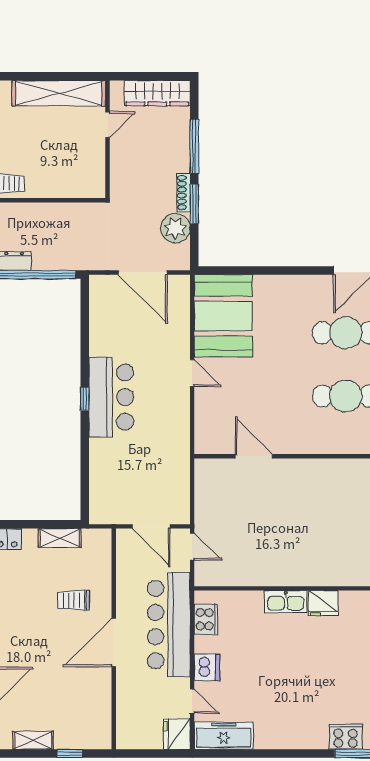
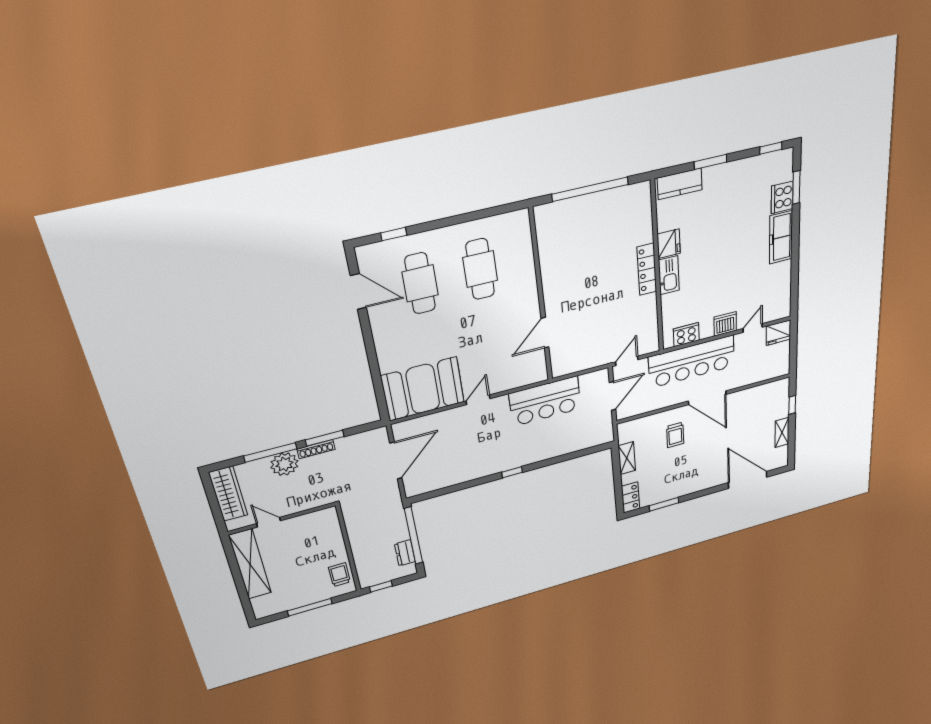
plant: (175, 228) -> (284, 464), moved
bar counter: (111, 397) -> (545, 401), moved, turned 180
locker: (299, 577) -> (647, 269), added
freezer: (224, 736) -> (781, 237), moved

